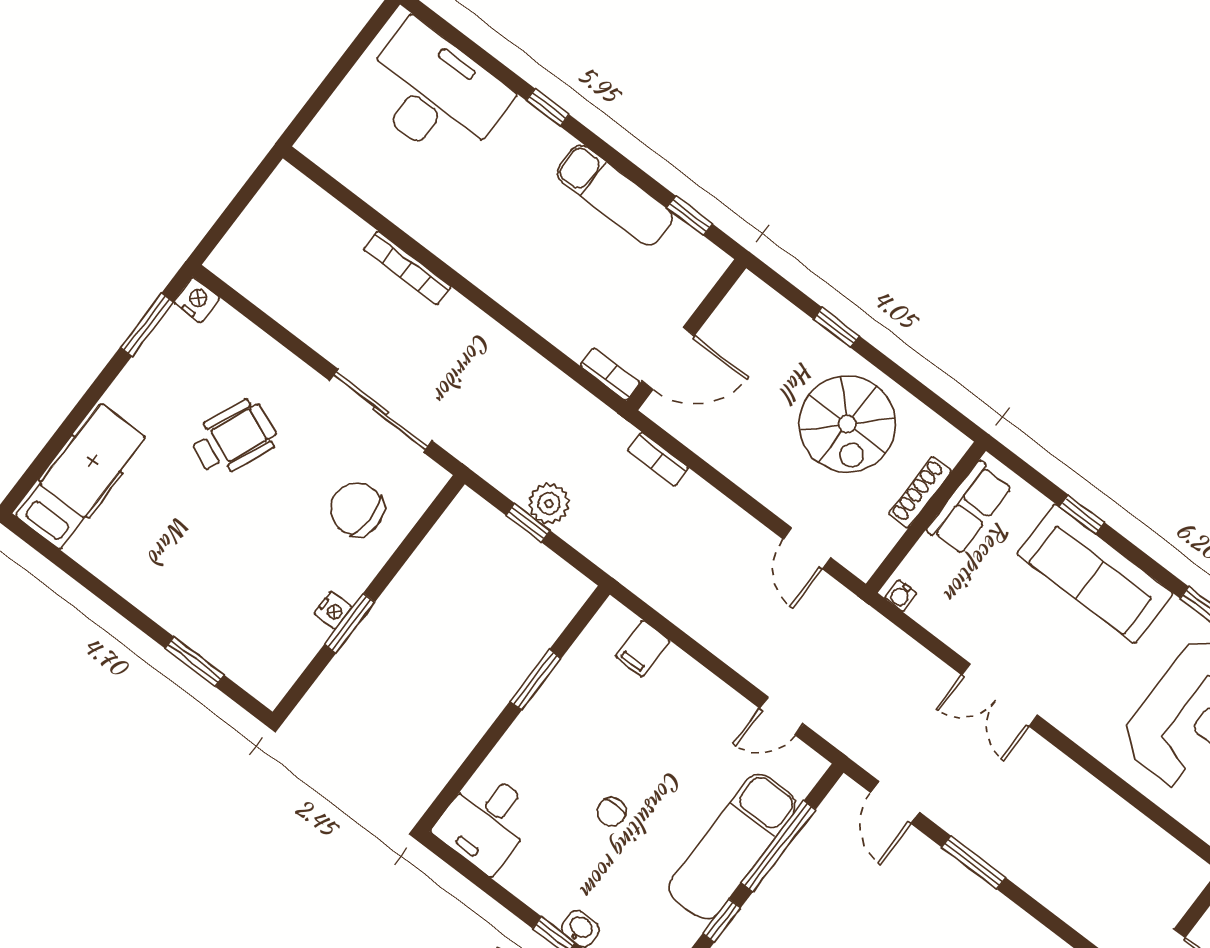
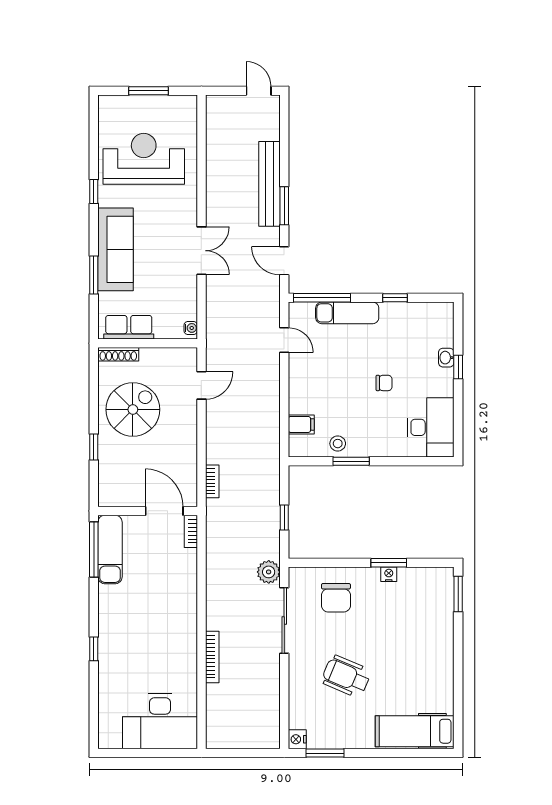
desk: (434, 94) -> (160, 721), moved, turned -90
exam couch: (615, 195) -> (110, 549), moved
window: (690, 216) -> (94, 550), width x2.17
shoe rack: (920, 492) -> (118, 354), moved
plant: (549, 503) -> (269, 572), moved
window: (1082, 515) -> (94, 275), width x1.50
window: (195, 662) -> (458, 594), moved
stool: (576, 680) -> (338, 444), added
door: (895, 802) -> (284, 261), swing flipped
desk: (486, 821) -> (431, 427), width x1.37
window: (778, 846) -> (322, 298), moved
exam couch: (732, 847) -> (347, 313), width x0.73, depth x0.69
bench: (1021, 865) -> (270, 184), added

